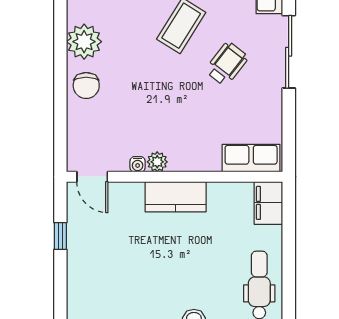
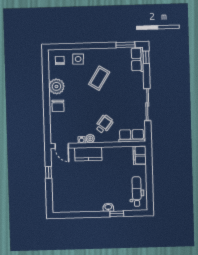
sliding door: (289, 52) -> (147, 105), moved
wheelchair: (227, 64) -> (104, 124), moved
kitchen counter: (176, 197) -> (88, 154), moved

